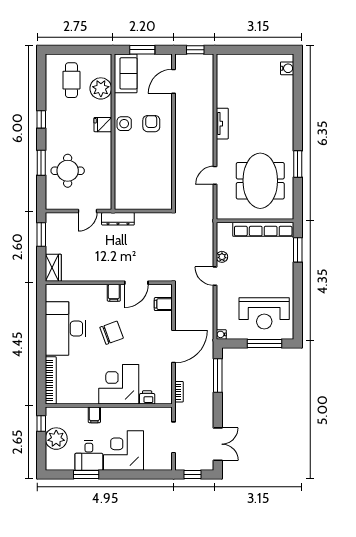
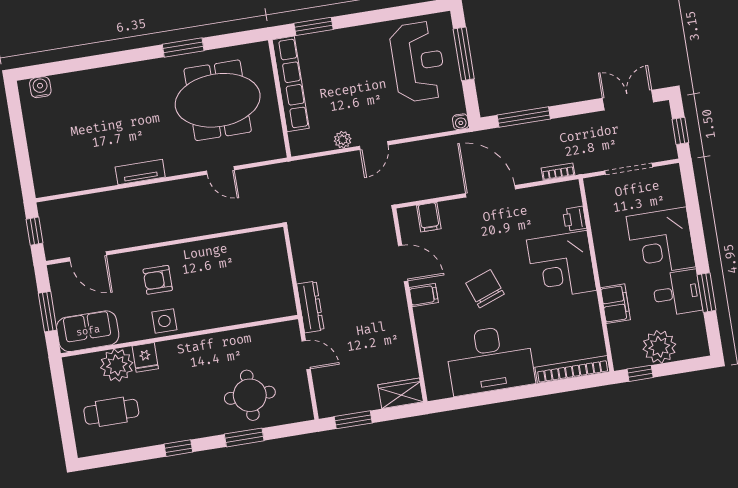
fridge: (103, 125) -> (145, 357), moved
filing cabinet: (94, 415) -> (615, 304), width x2.00

